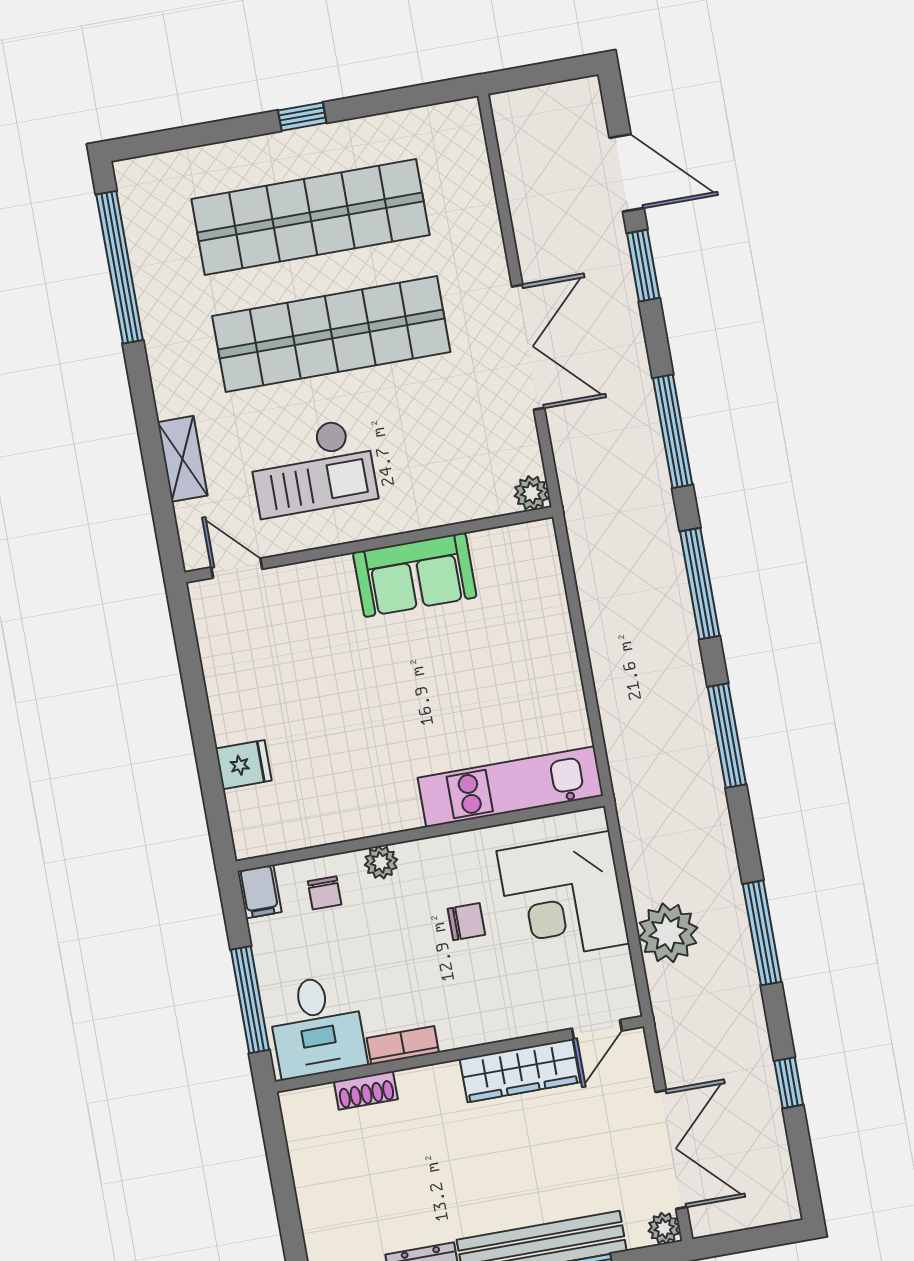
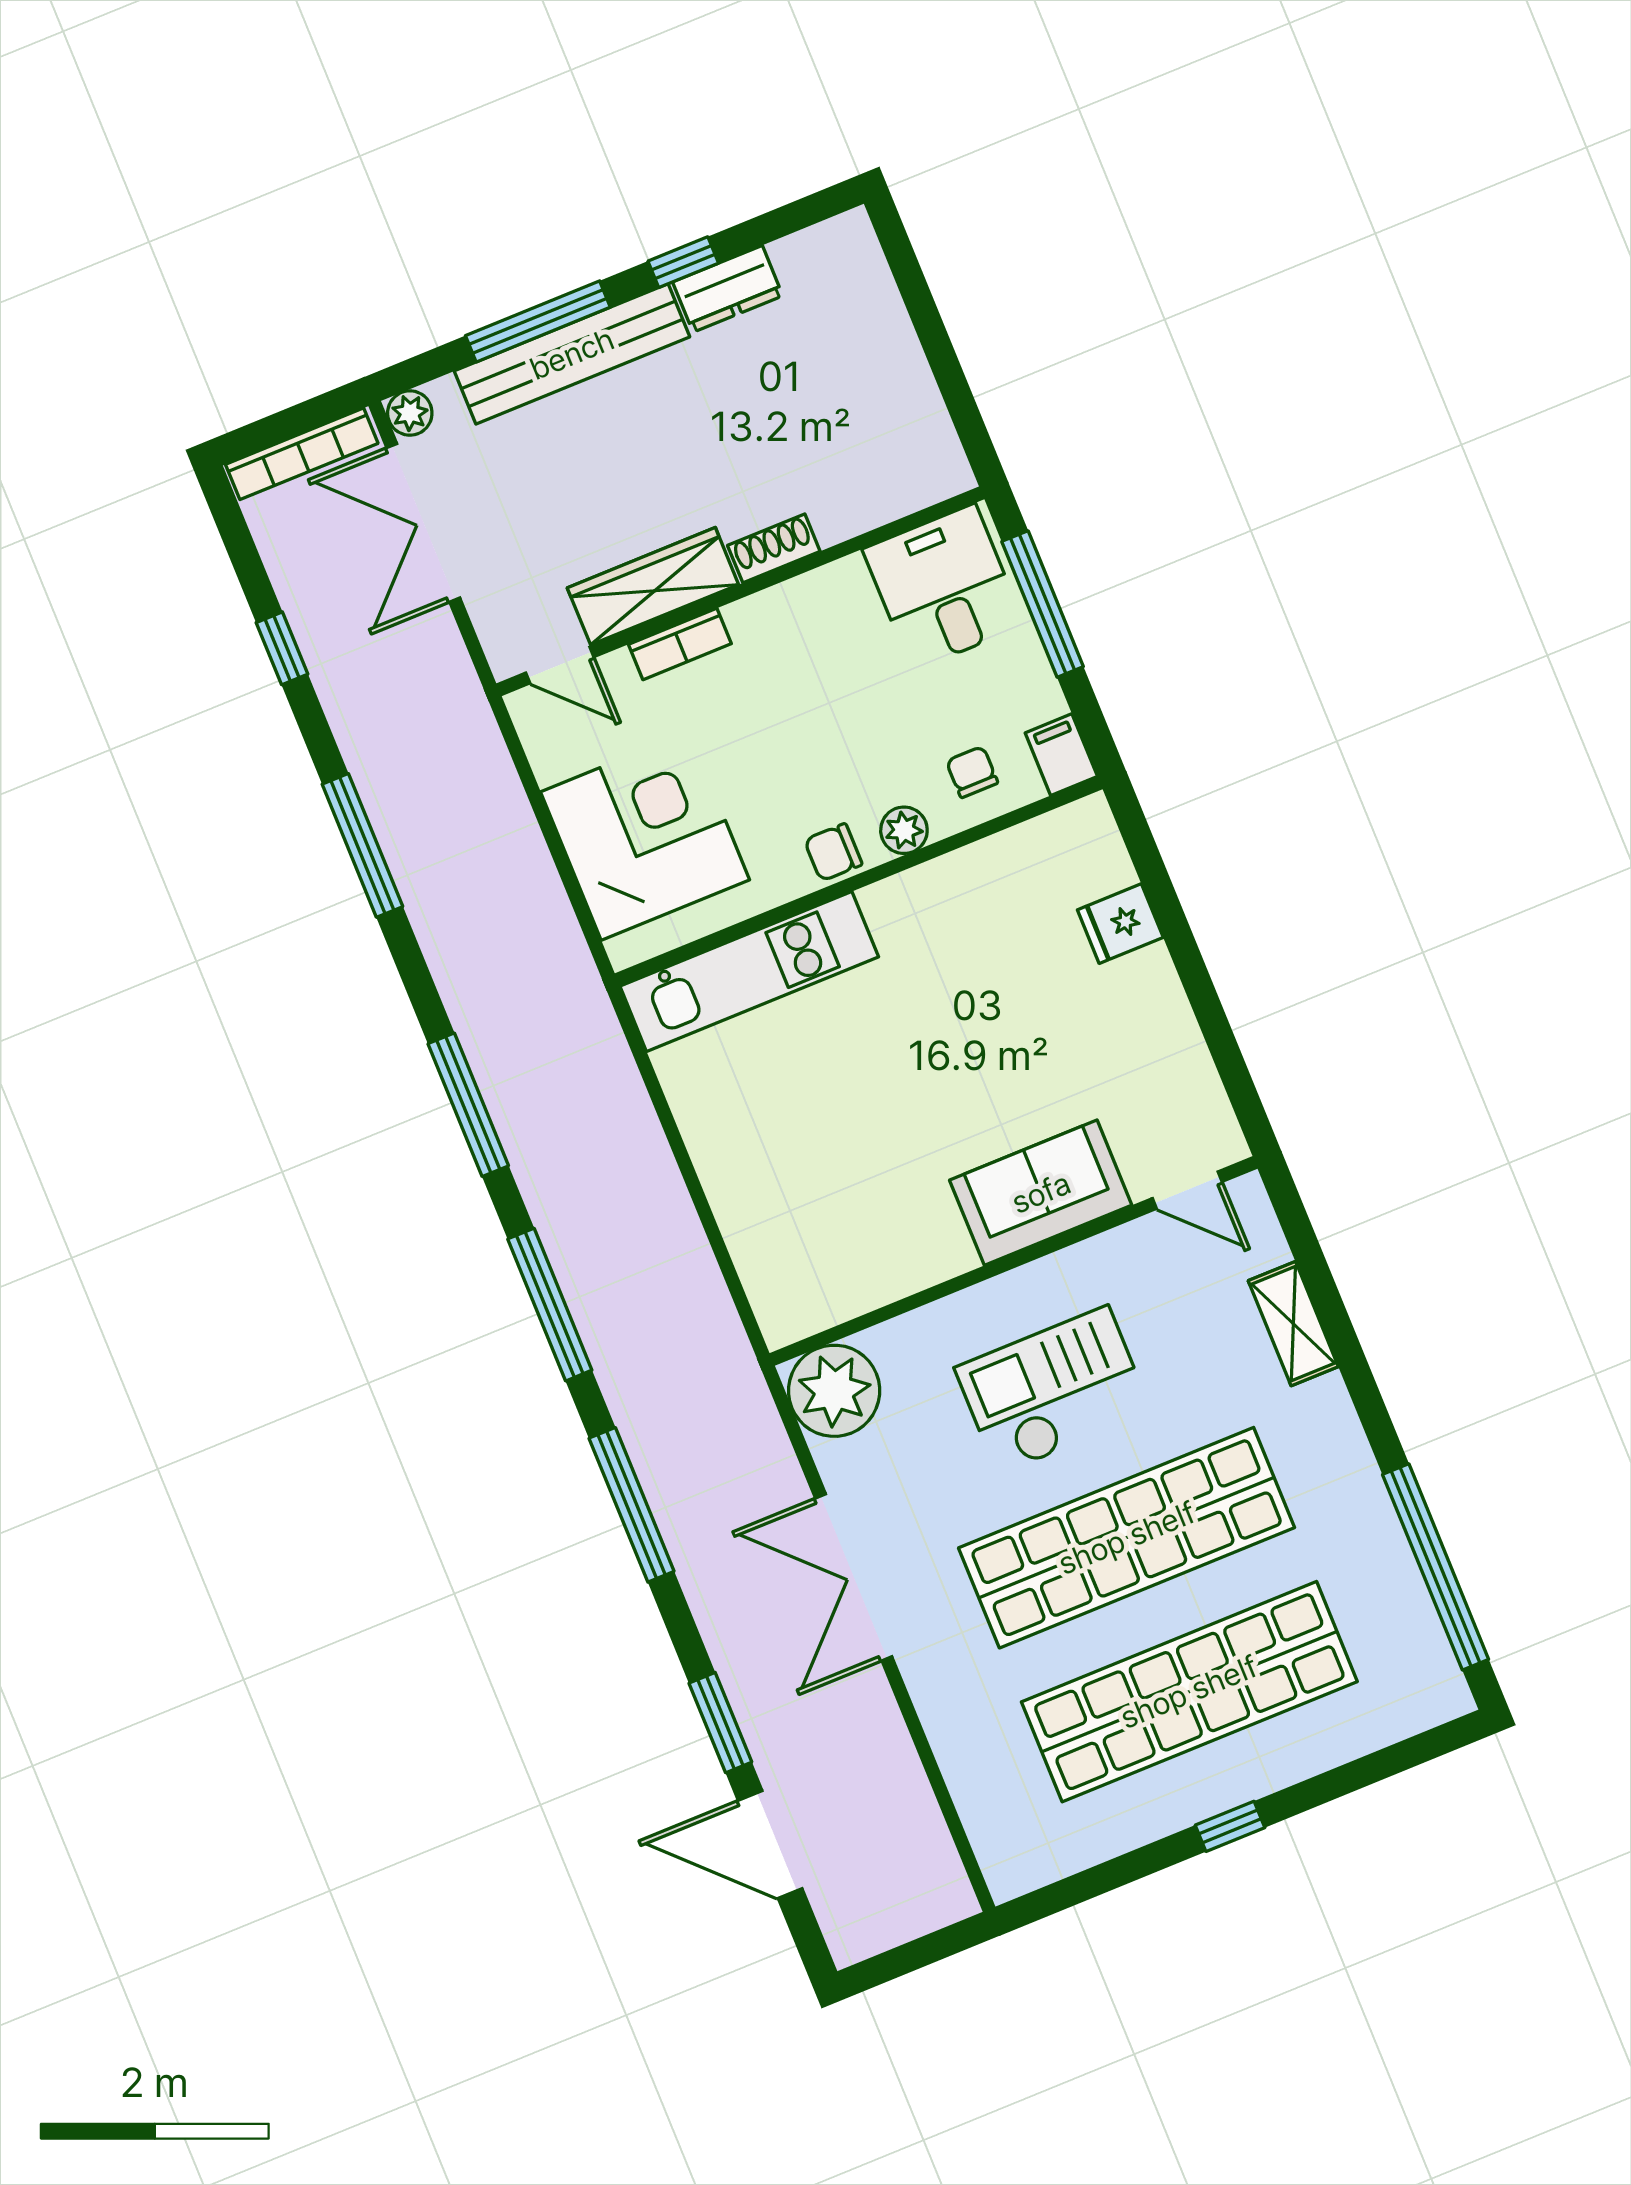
checkout: (312, 468) -> (1053, 1390), moved
plant: (531, 493) -> (834, 1391), width x1.88, depth x1.88
sofa: (415, 575) -> (1041, 1193), moved
chair: (466, 922) -> (833, 852), moved
plant: (668, 933) -> (491, 818), removed
door: (597, 1030) -> (560, 665), swing flipped
bookcase: (403, 1045) -> (680, 644), moved
shoe rack: (366, 1090) -> (774, 548), moved
bookcase: (746, 1216) -> (302, 454), added

